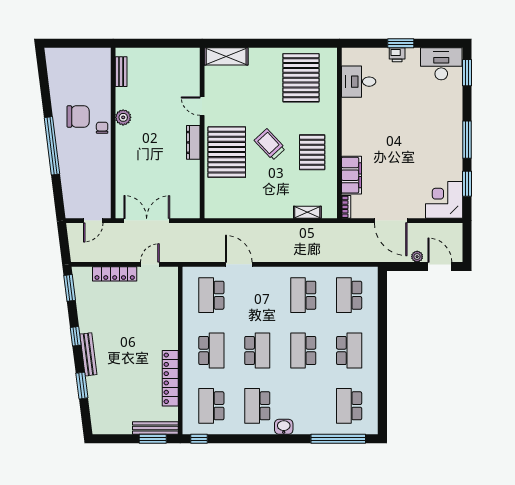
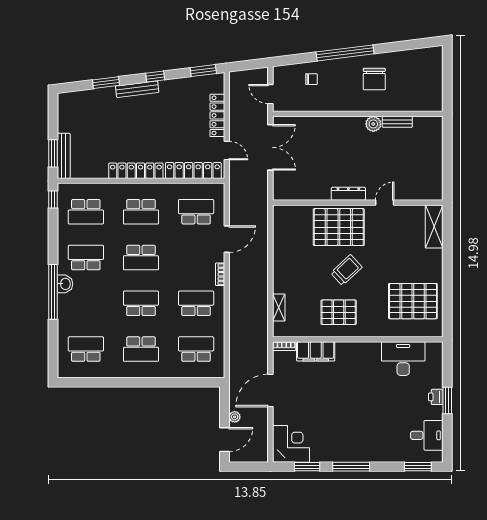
desk: (441, 64) -> (427, 435), width x0.73
bench: (121, 72) -> (397, 122), moved
desk: (359, 82) -> (403, 359), width x1.37
chair: (102, 128) -> (311, 79), moved
bookcase: (274, 271) -> (220, 274), added
locker: (170, 298) -> (193, 171), added
locker: (170, 378) -> (136, 171), moved
school desk: (211, 406) -> (86, 212), turned 180
window: (338, 439) -> (53, 292), moved

